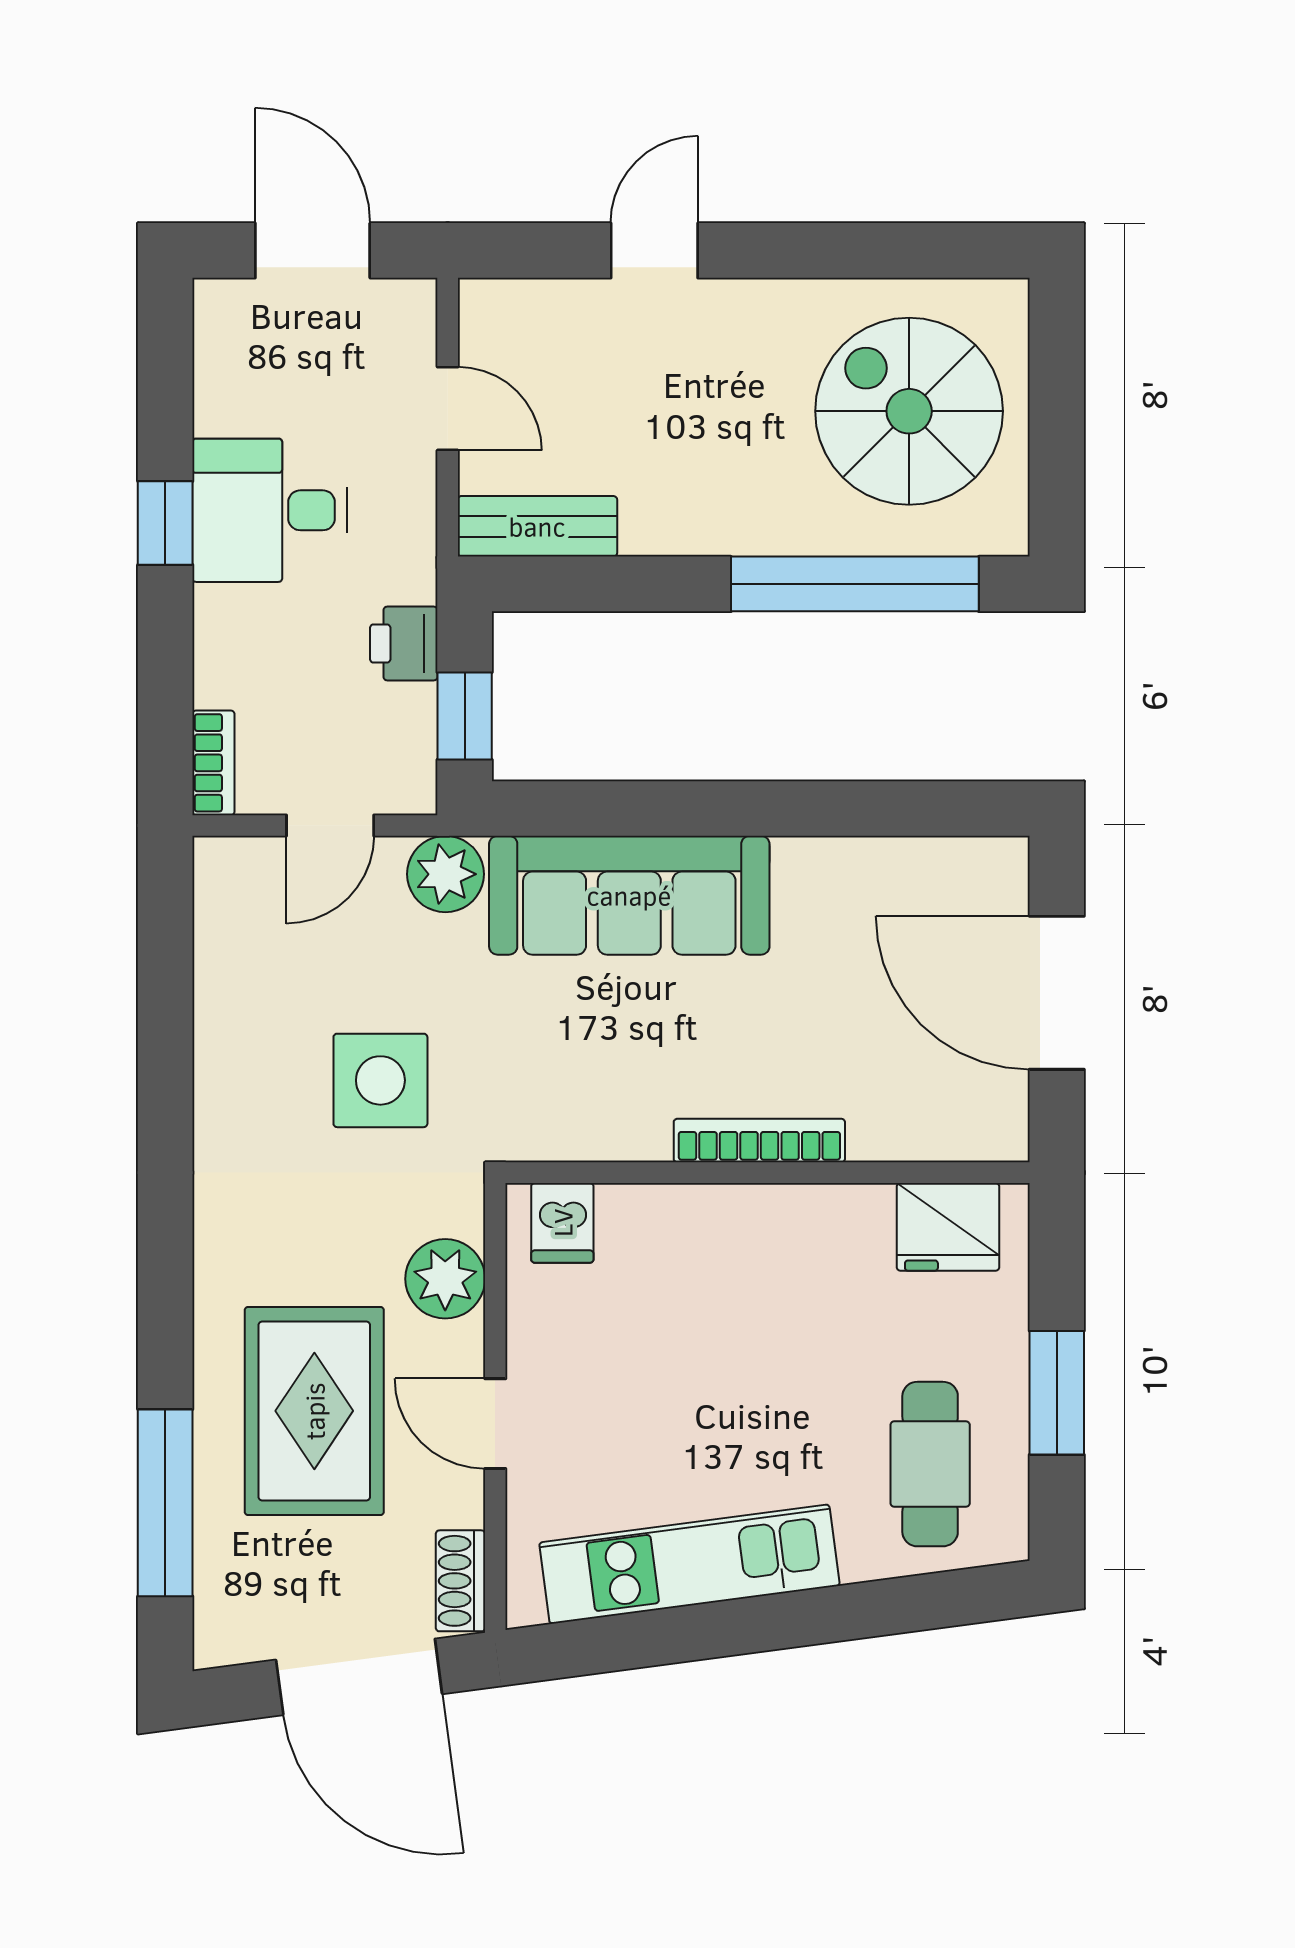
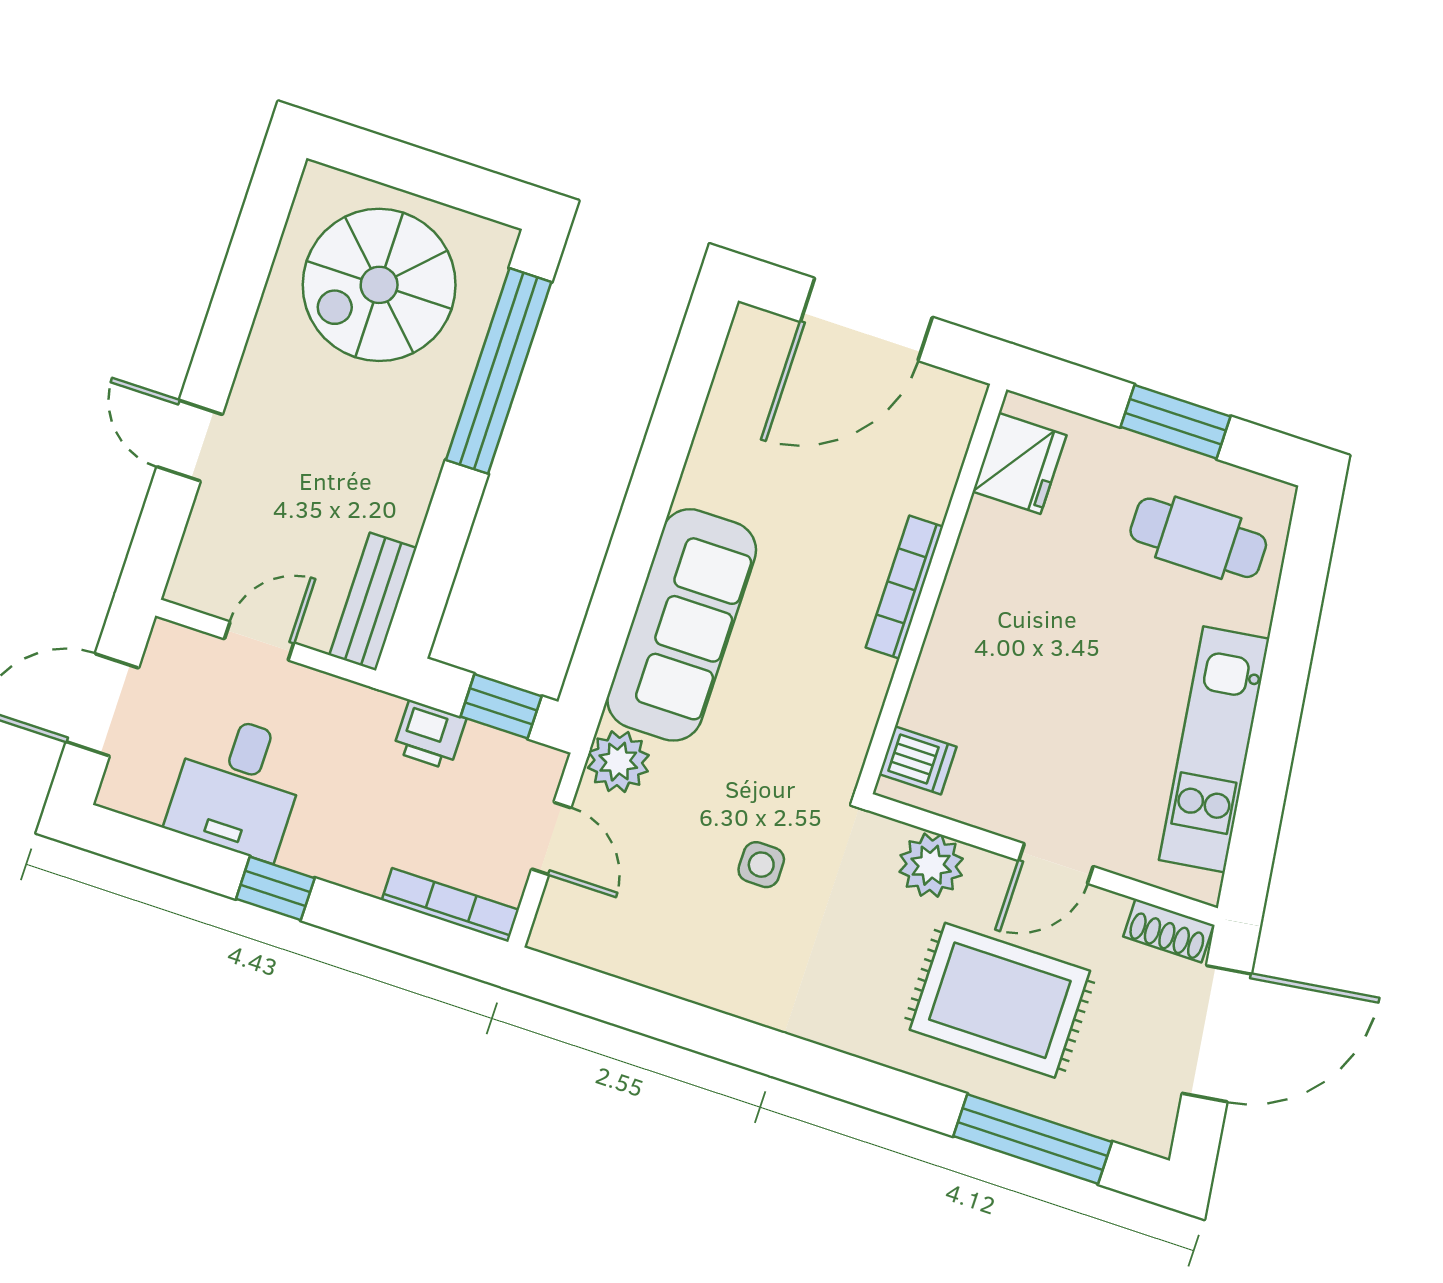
desk: (270, 510) -> (238, 786), moved
bookcase: (213, 763) -> (450, 905), width x1.56
side table: (380, 1080) -> (761, 865), width x0.54, depth x0.54

